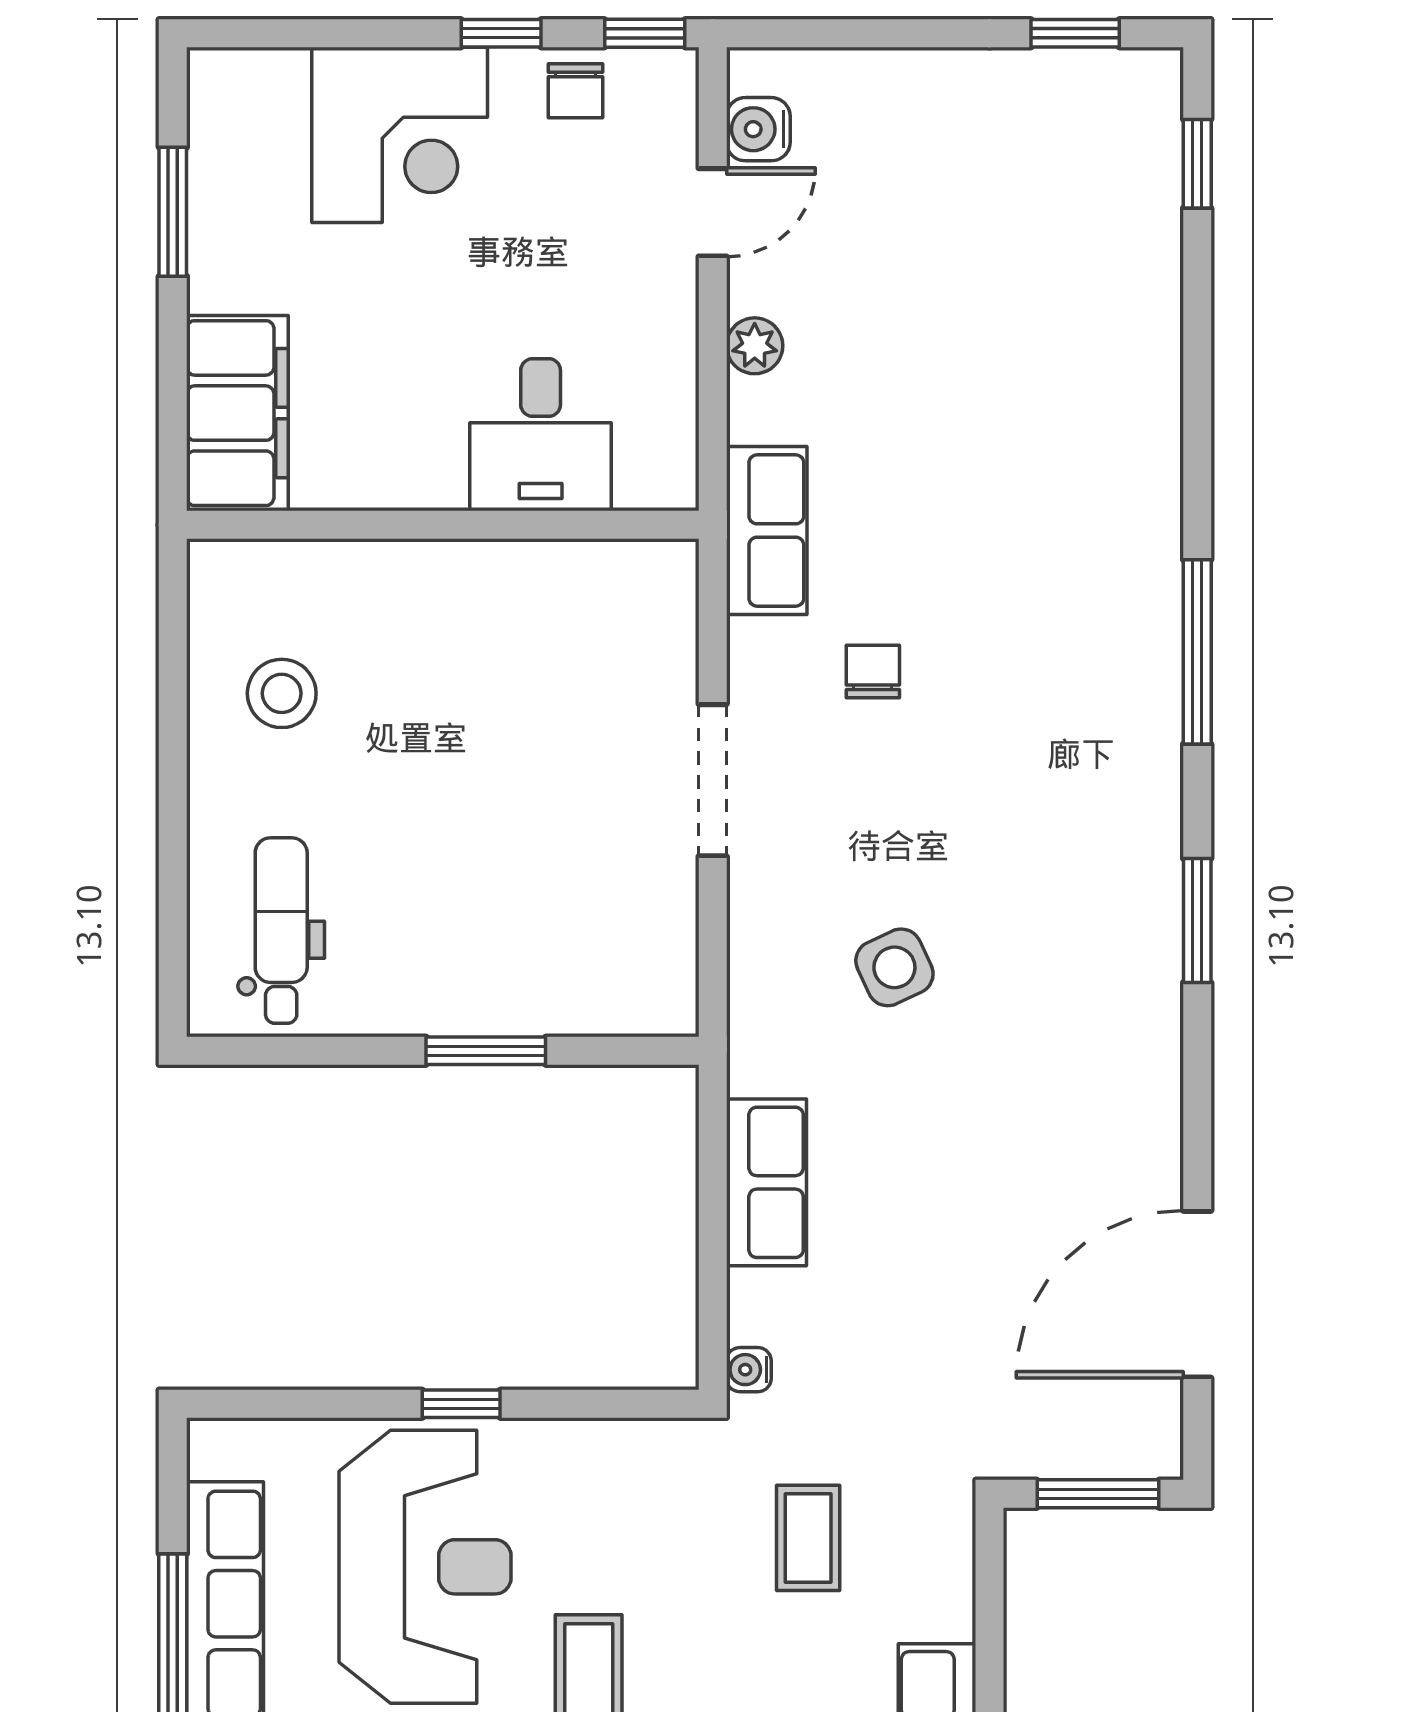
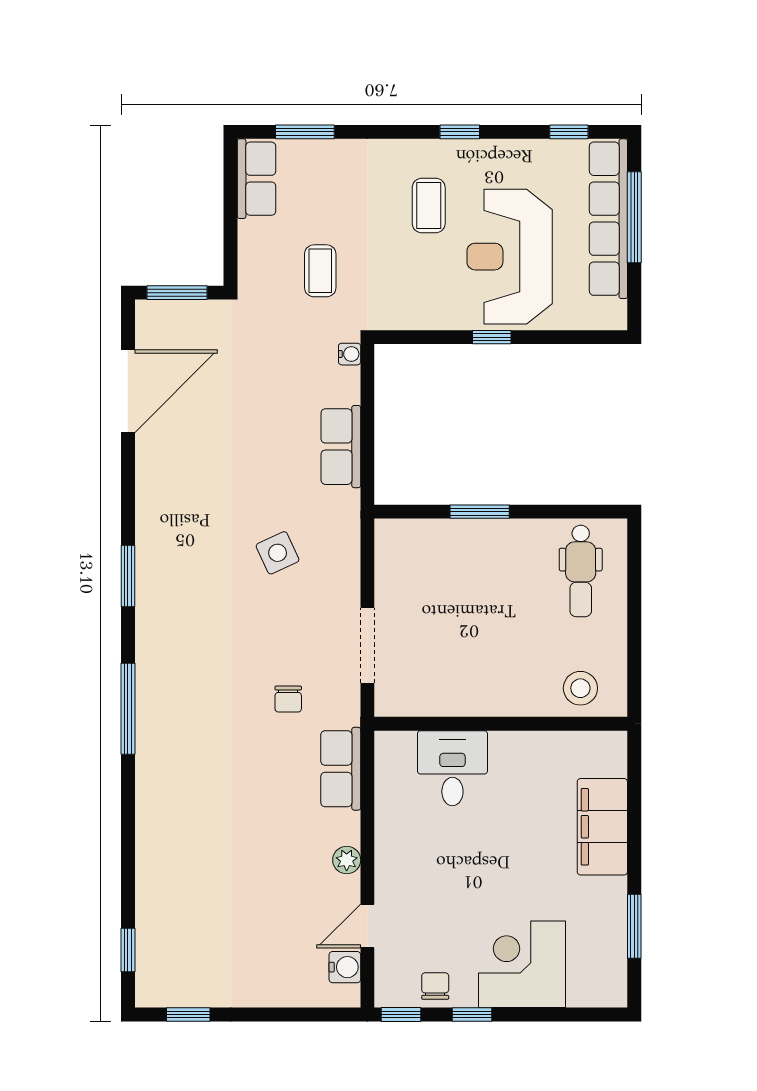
desk: (541, 435) -> (452, 768), moved
wall: (443, 525) -> (501, 724), moved

